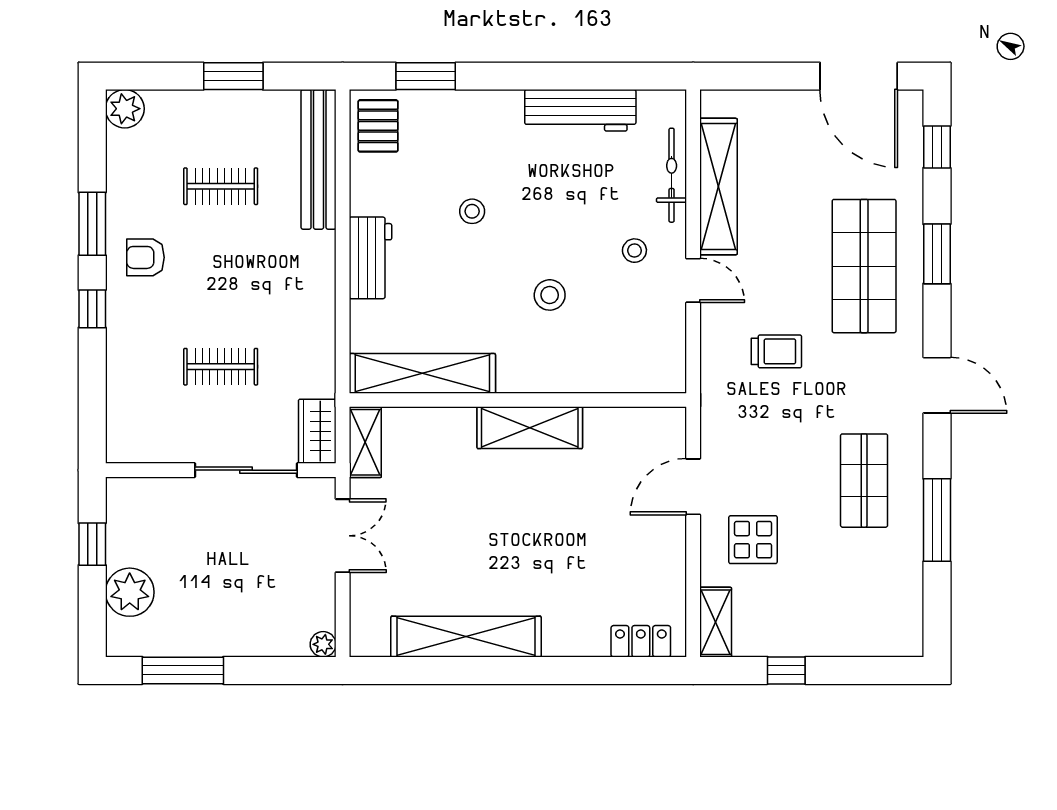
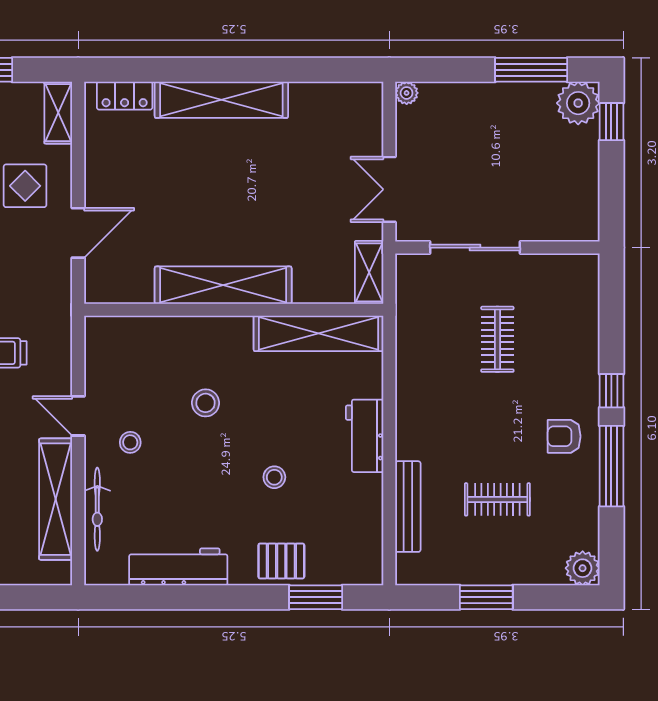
pallet: (378, 126) -> (281, 561), moved, turned 90
bench: (319, 159) -> (408, 507), width x0.73, depth x0.82
window: (92, 224) -> (611, 466), width x1.44
armchair: (145, 257) -> (564, 436), turned 180
clothes rail: (221, 367) -> (497, 339), turned 90
shelving: (530, 428) -> (223, 285), width x1.47
wardrobe: (317, 431) -> (412, 282), removed
window: (92, 544) -> (611, 122), moved
plant: (130, 592) -> (578, 103), moved
shelving: (466, 637) -> (221, 100), moved

